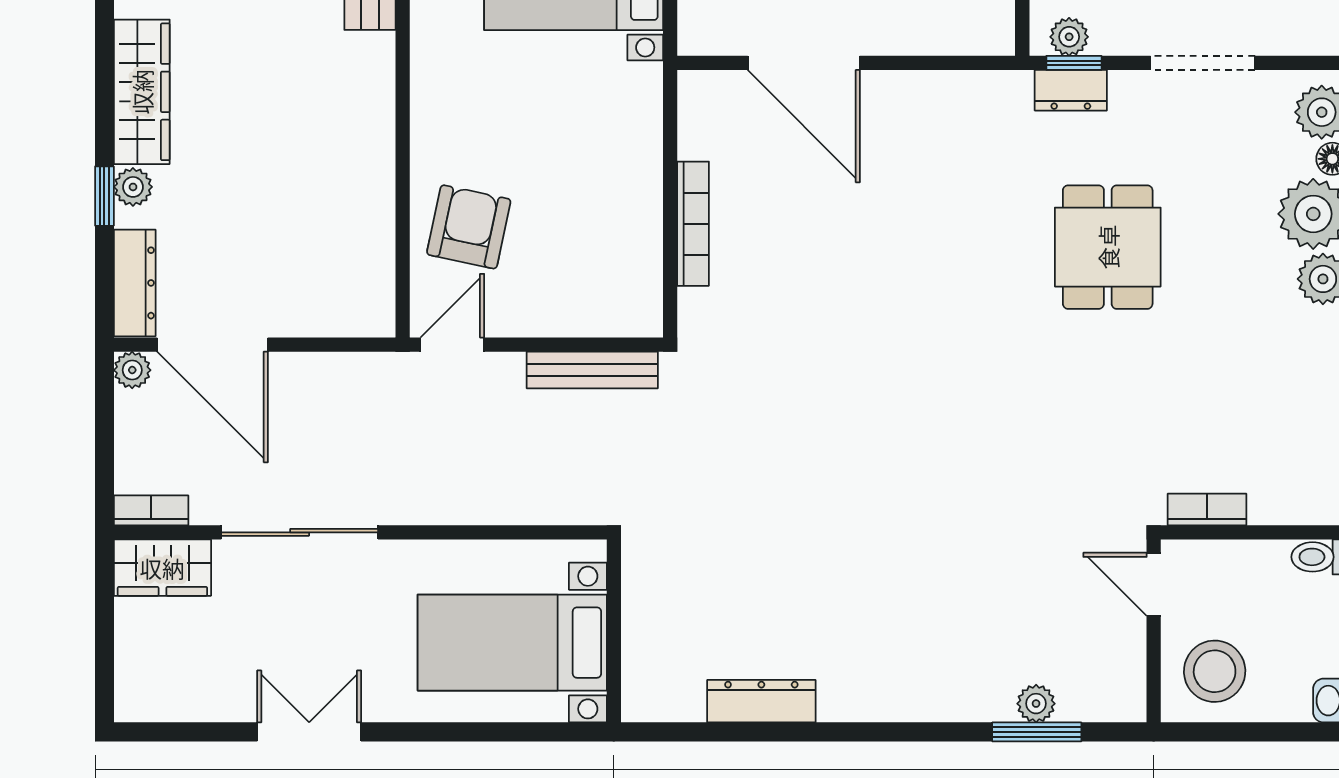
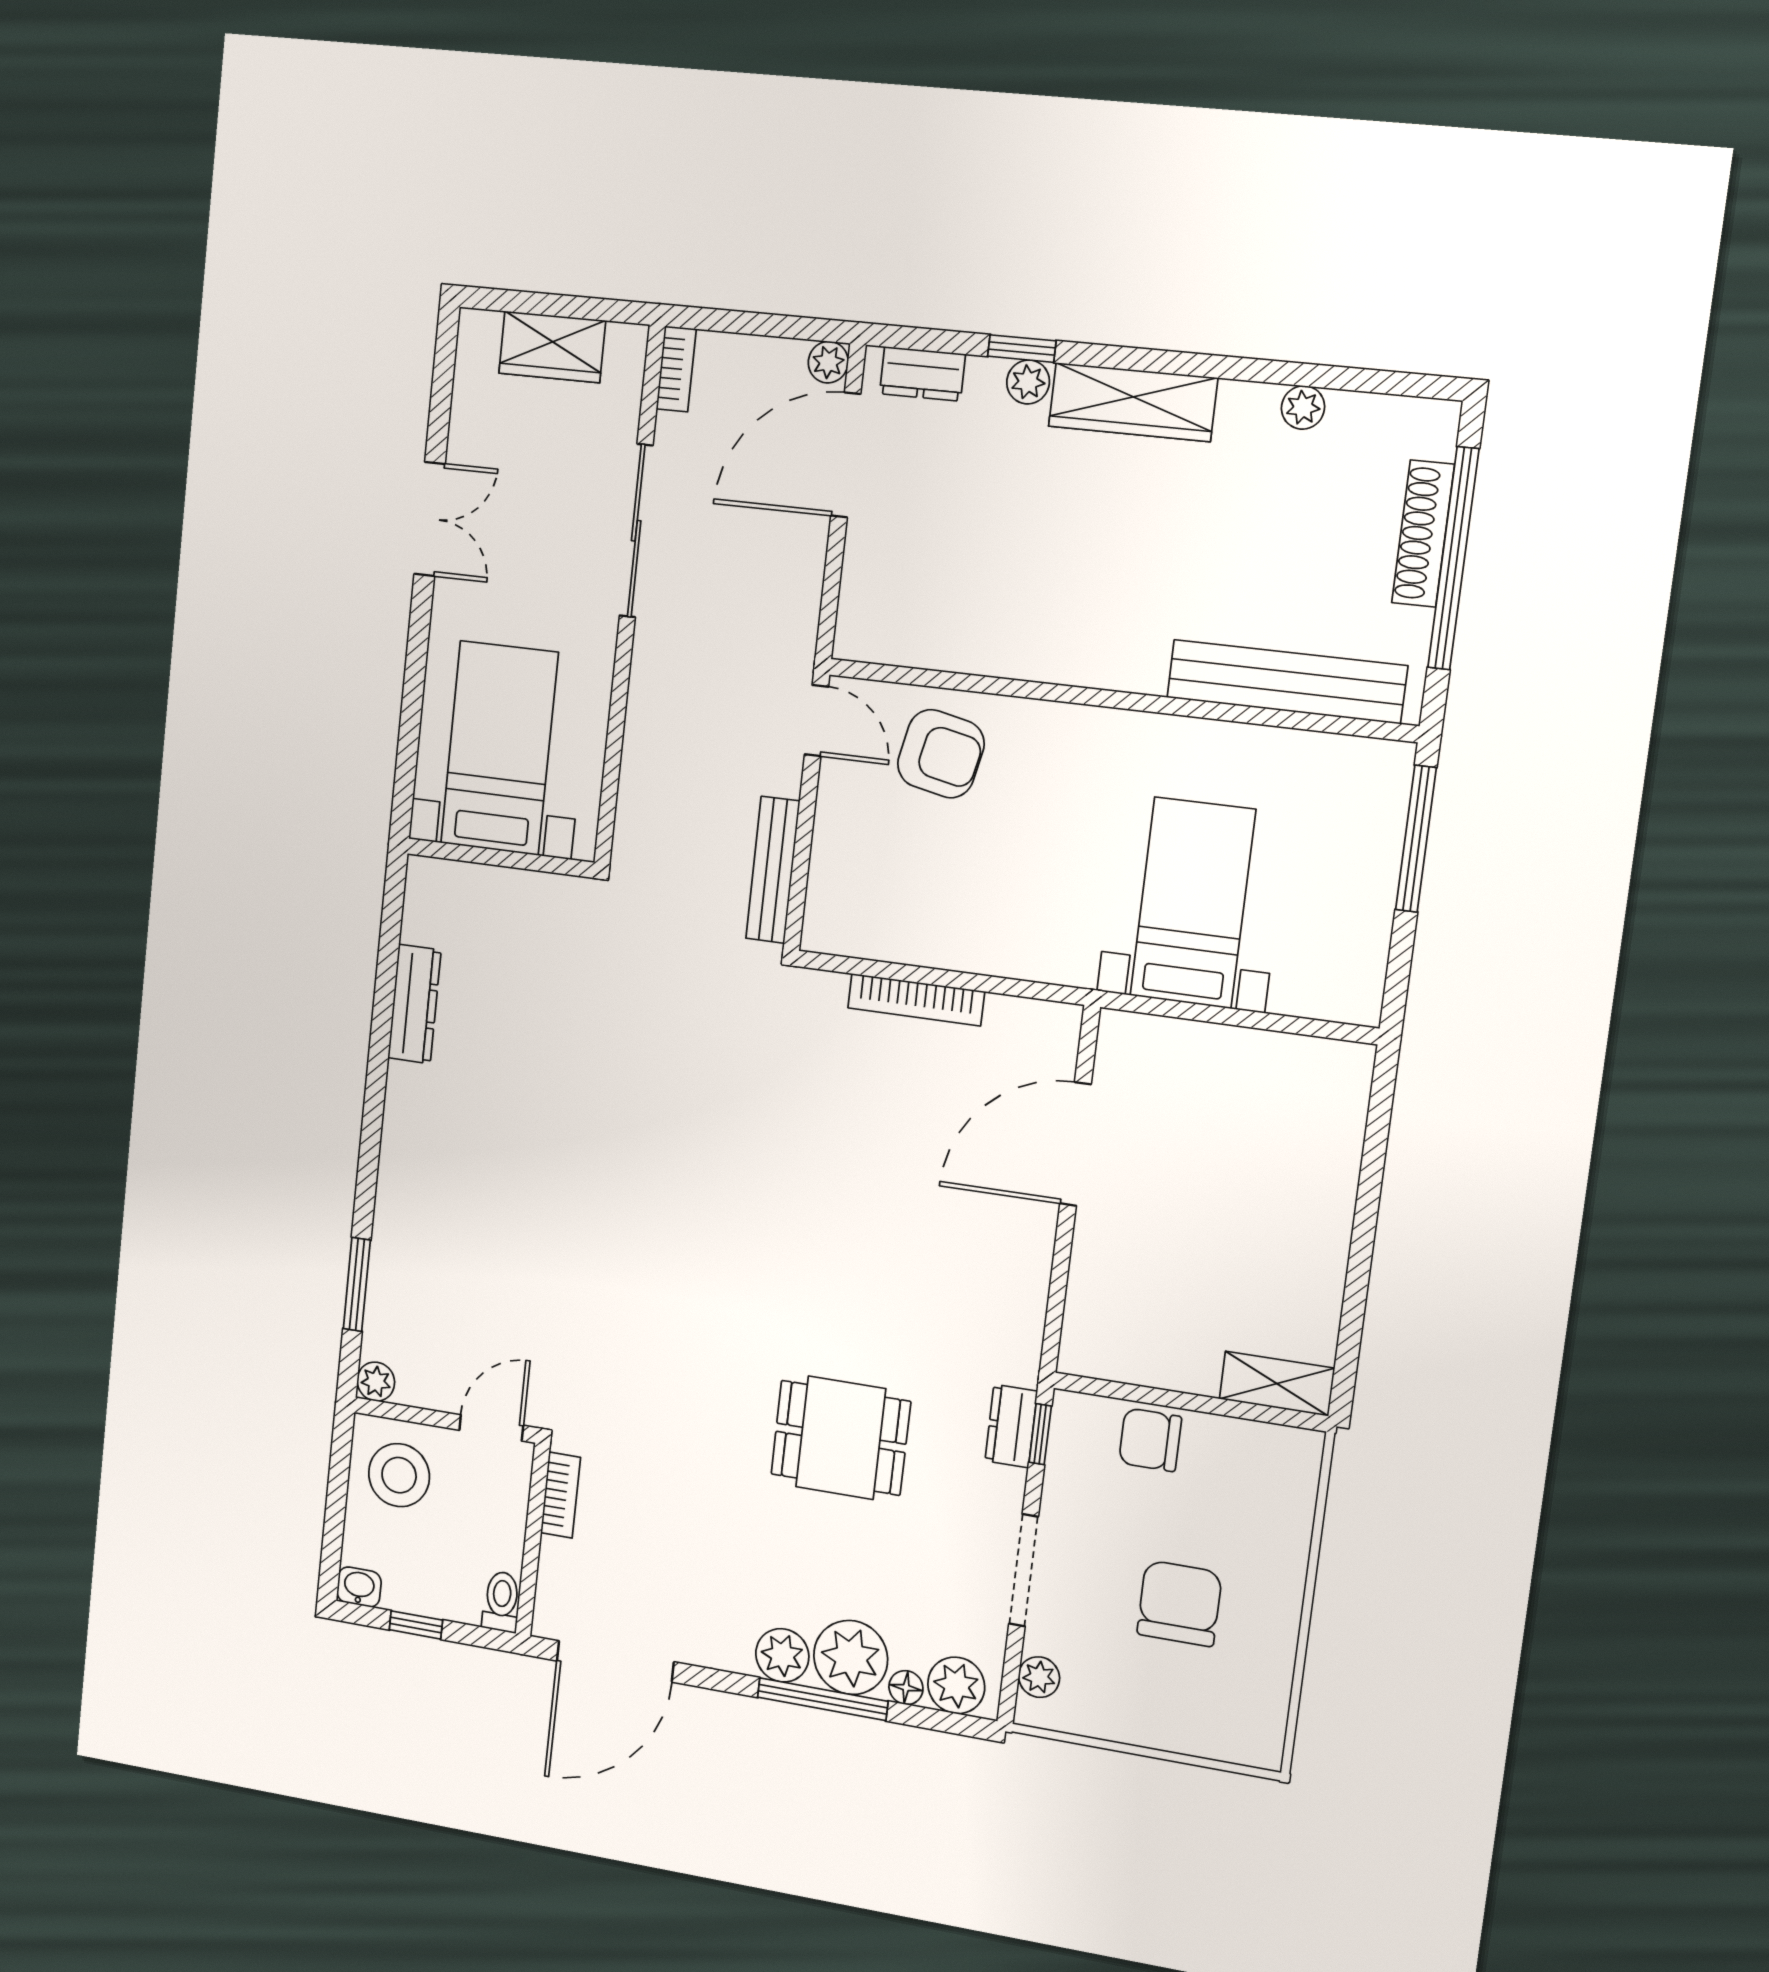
plant: (1069, 37) -> (1039, 1677), moved
dresser: (135, 283) -> (922, 374), width x0.70
wardrobe: (162, 568) -> (552, 347), moved, turned -90
plant: (1036, 704) -> (376, 1382), moved

